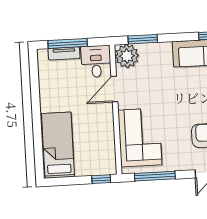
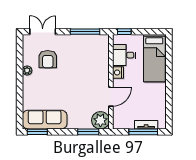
desk: (96, 61) -> (124, 55), moved, turned 90
nightstand: (107, 123) -> (118, 73), added
corner sofa: (140, 137) -> (94, 60), removed

